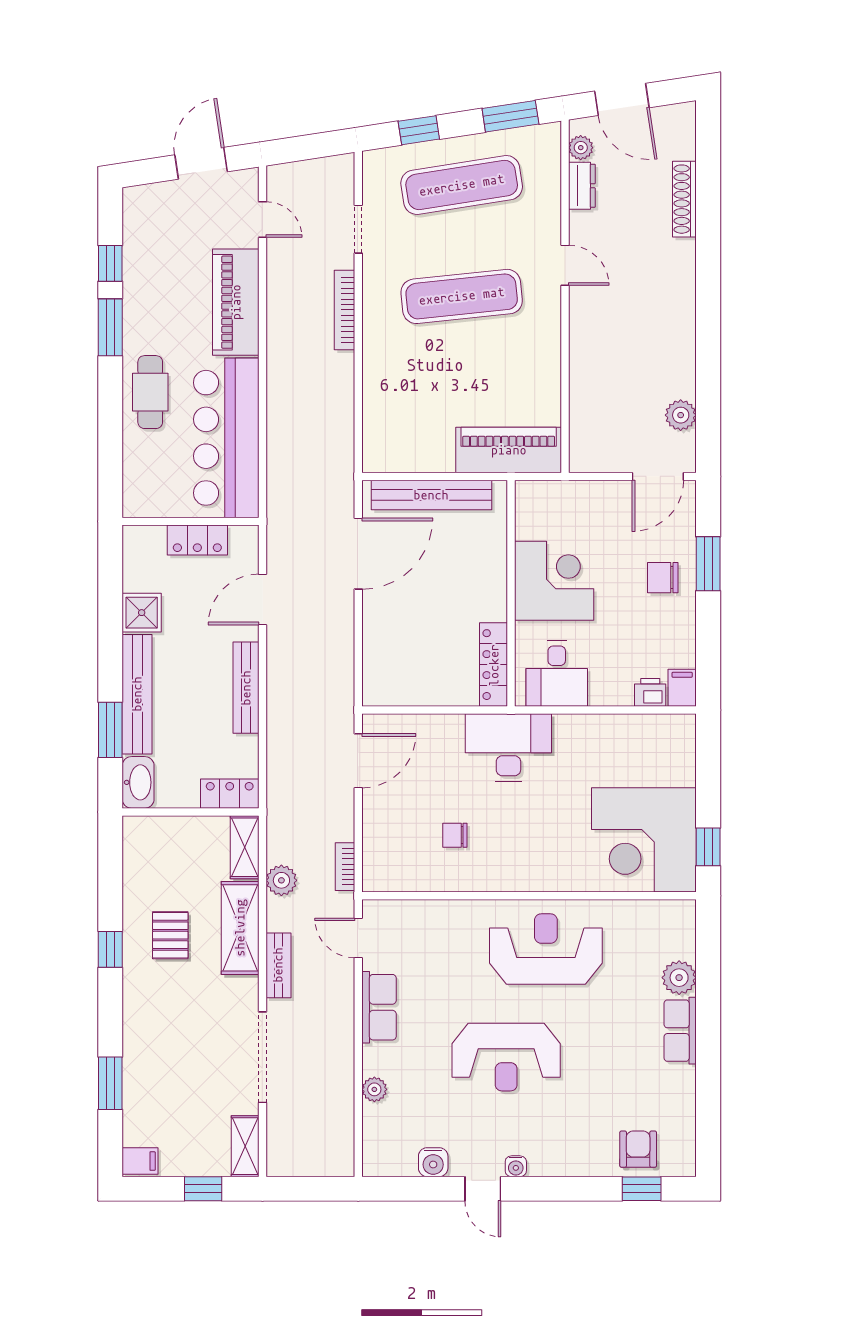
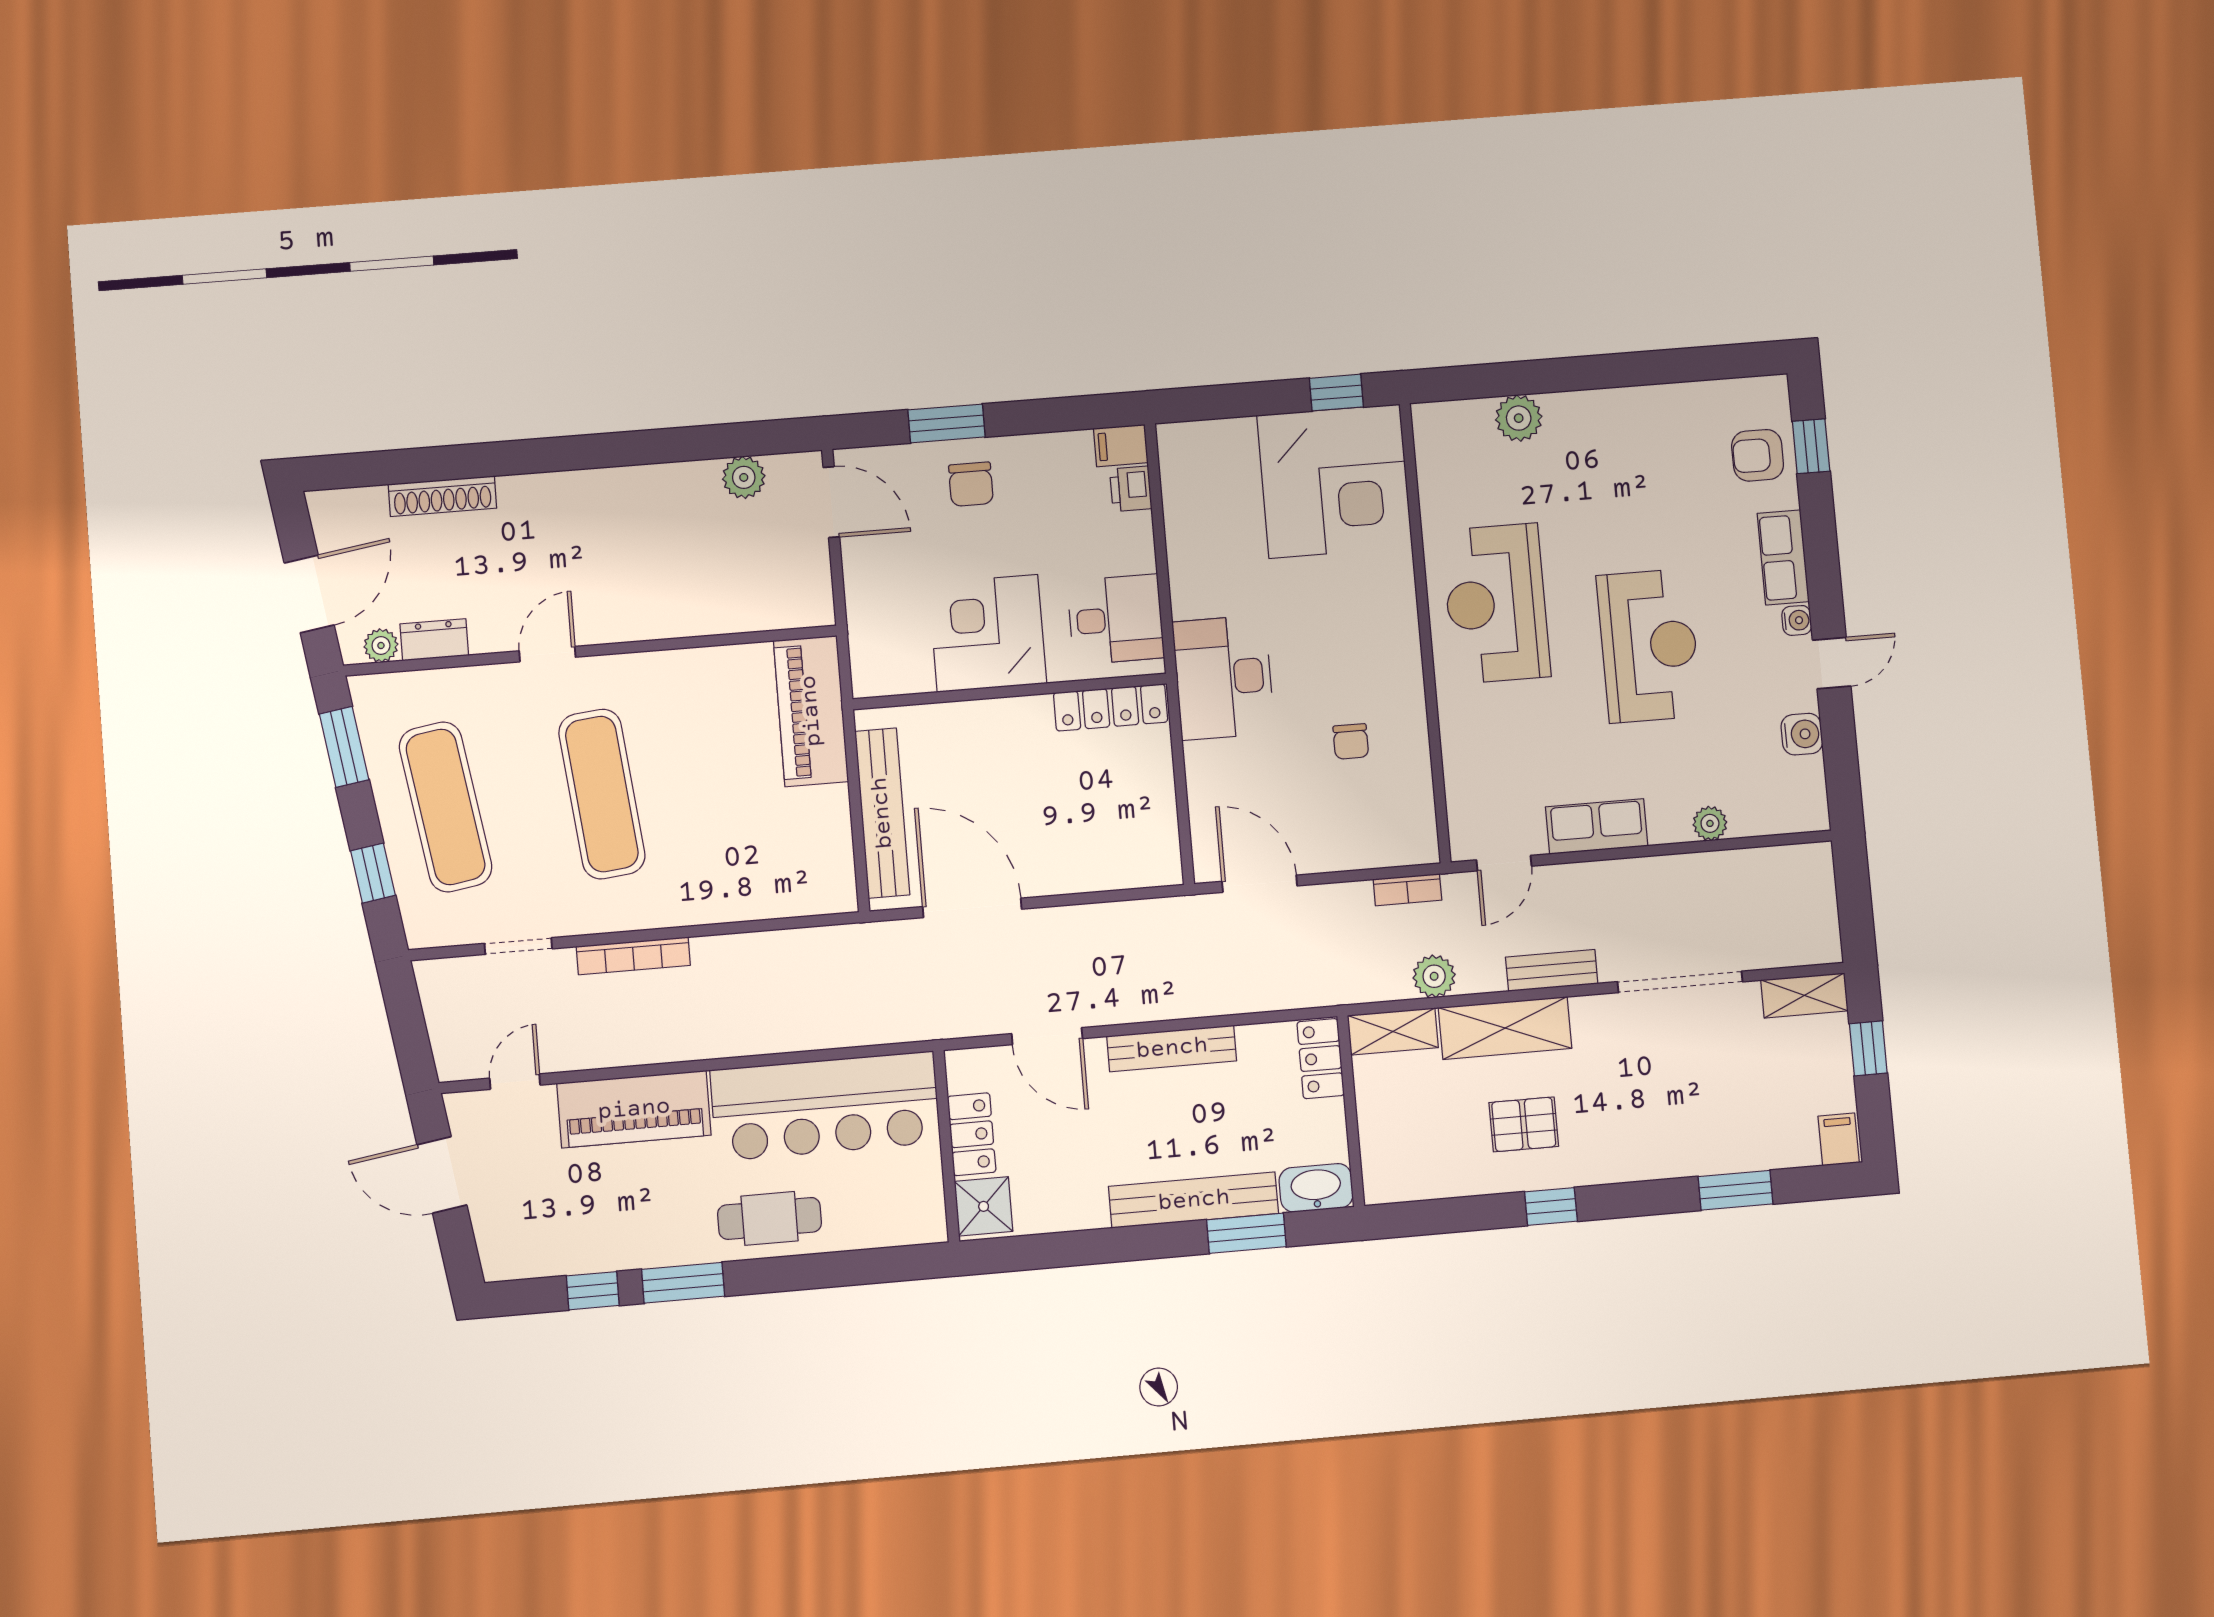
shower: (142, 613) -> (984, 1206), moved
row of seats: (680, 1031) -> (1783, 557), moved, turned 90

